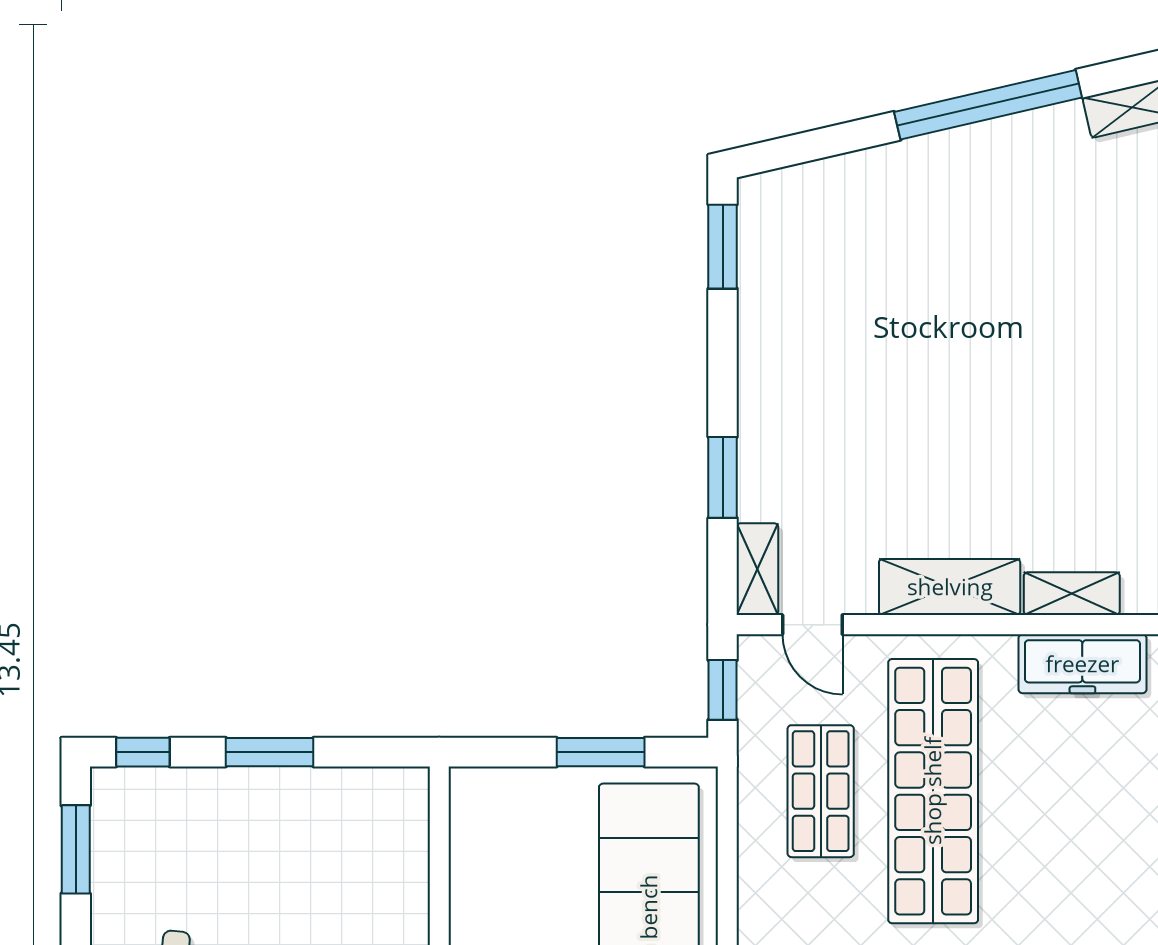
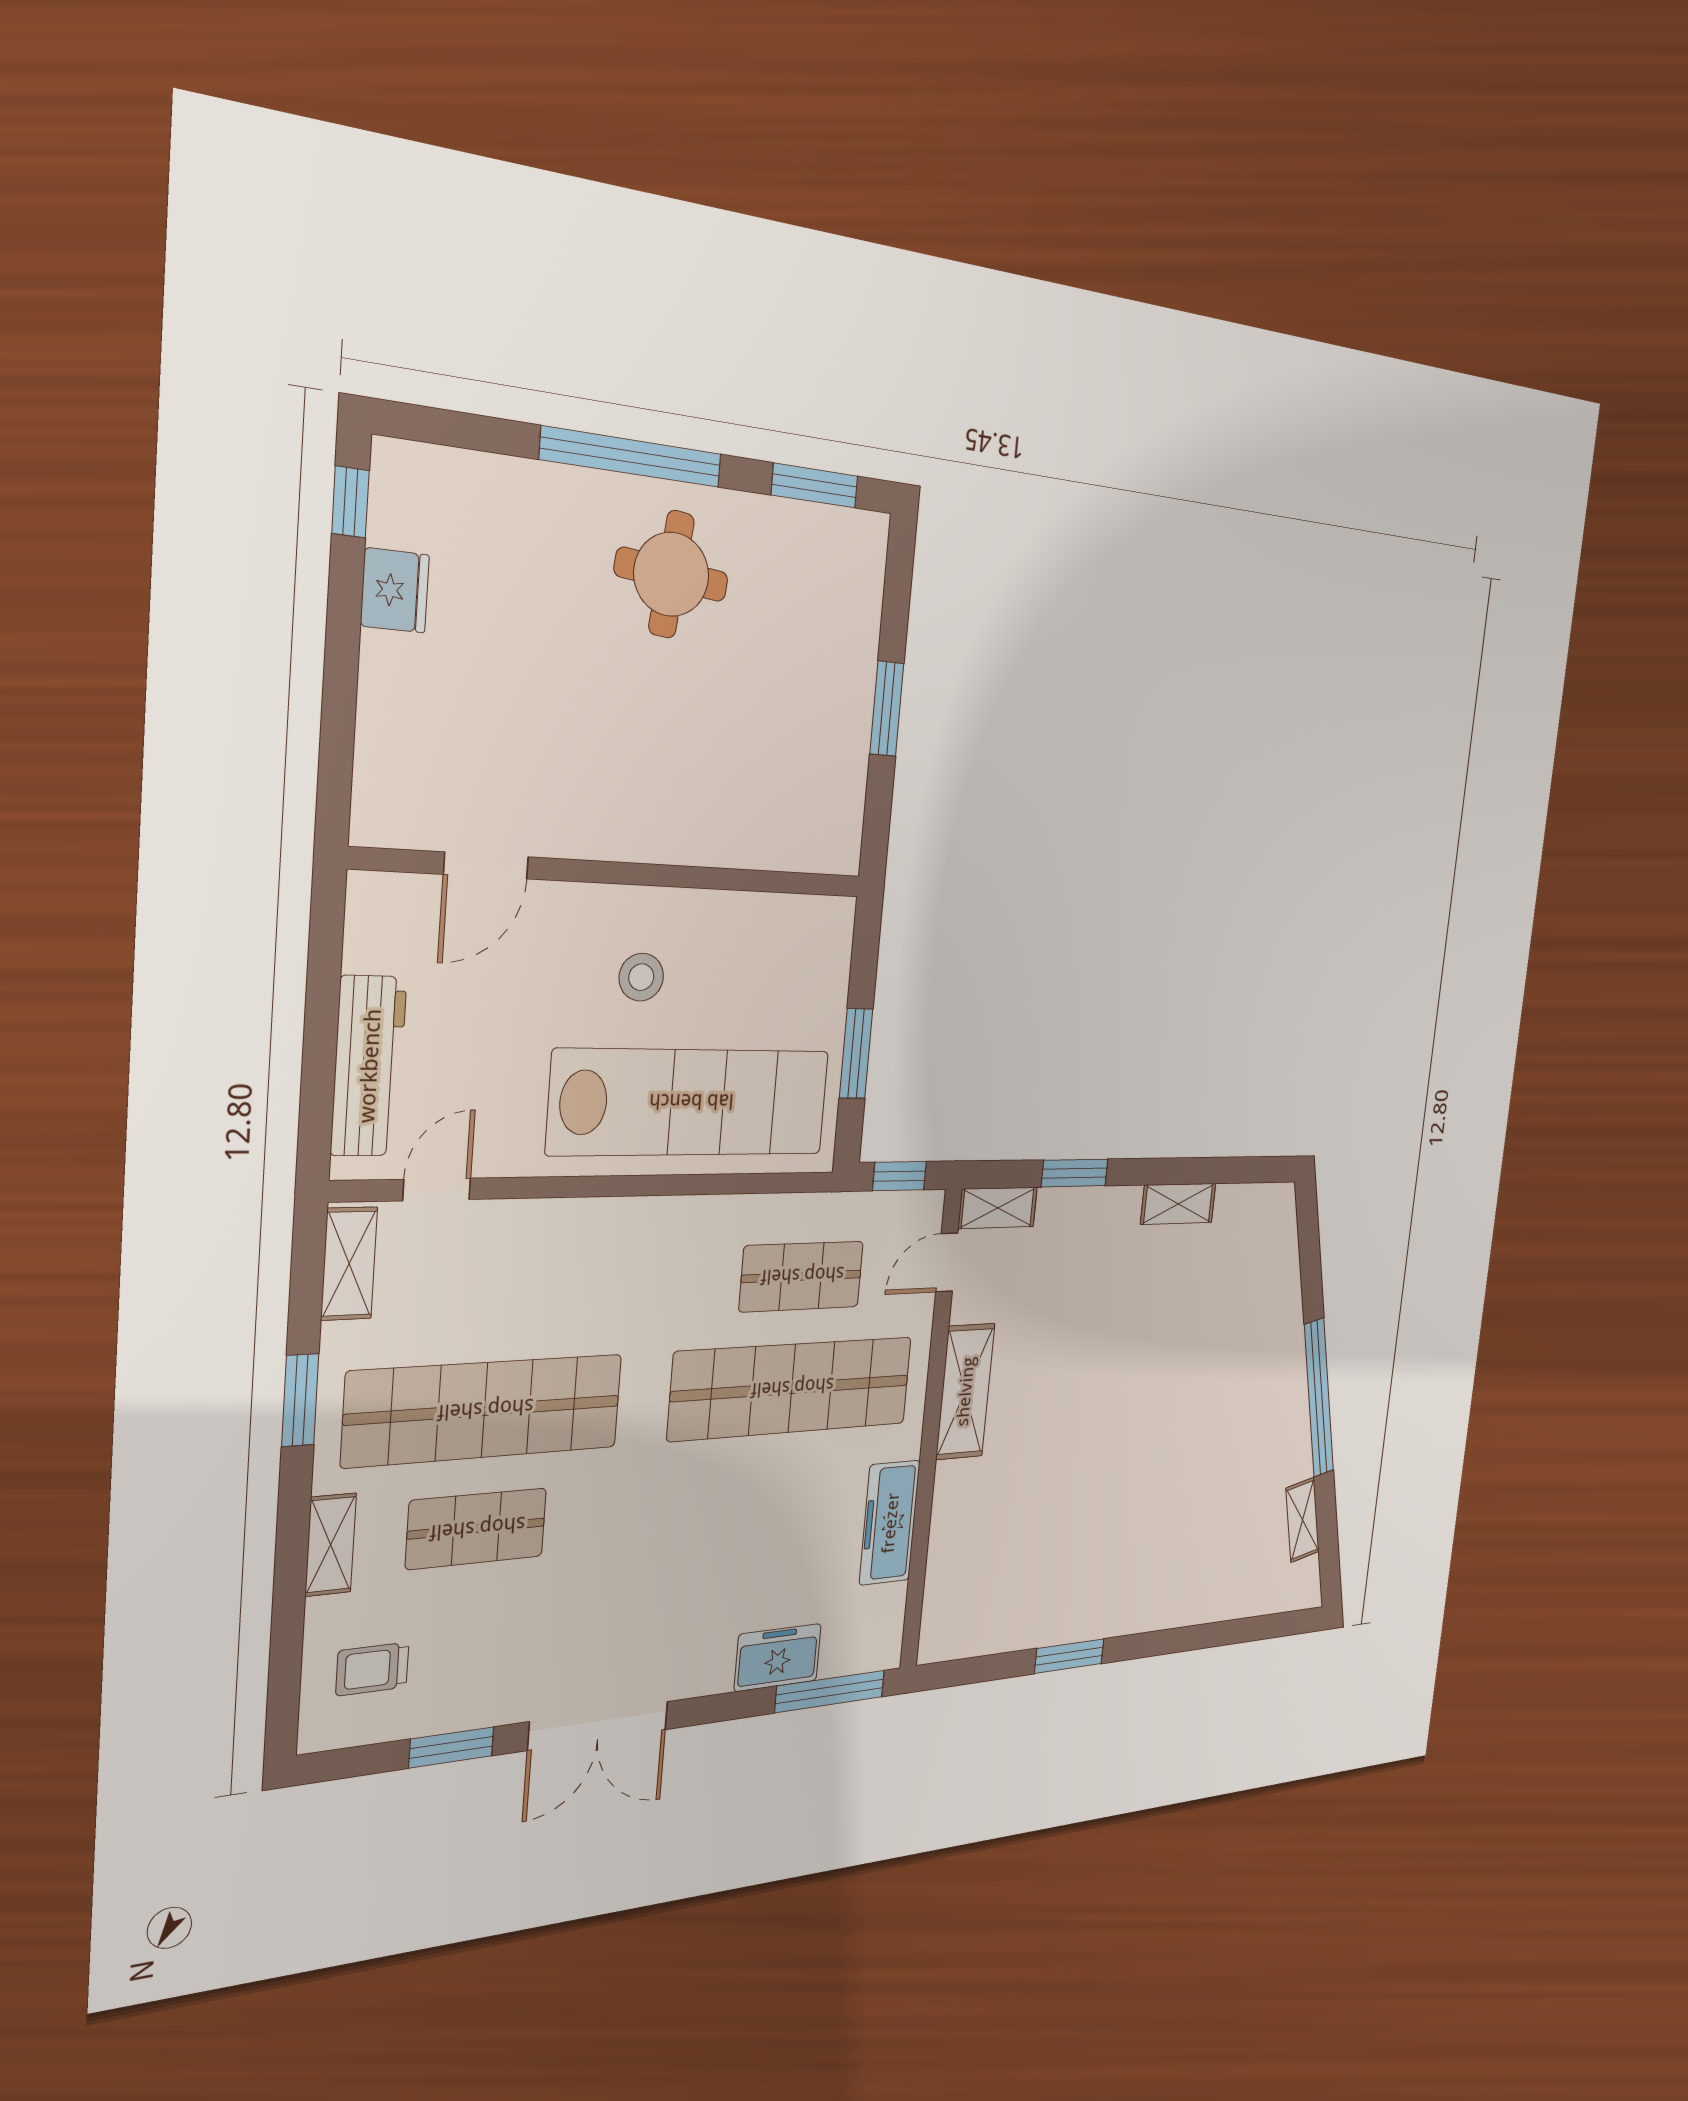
window: (723, 247) -> (1248, 1170), removed
shelving: (1072, 594) -> (1178, 1204), moved, turned 90
window: (143, 752) -> (899, 573), removed

